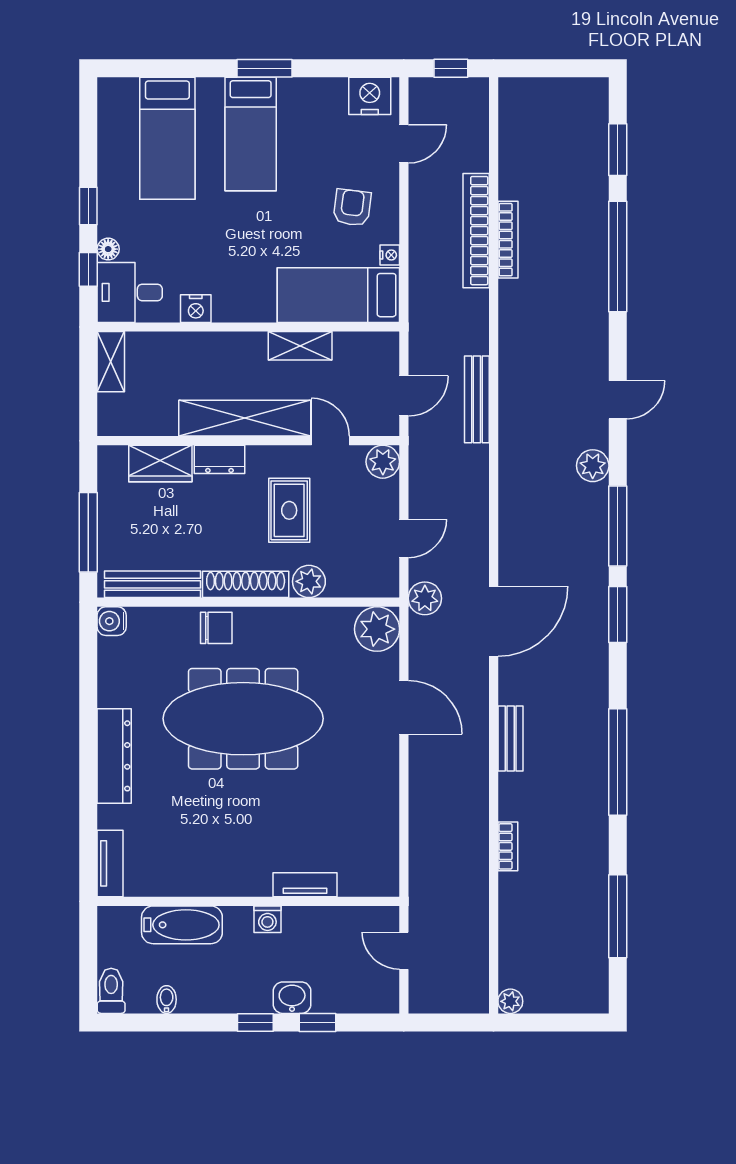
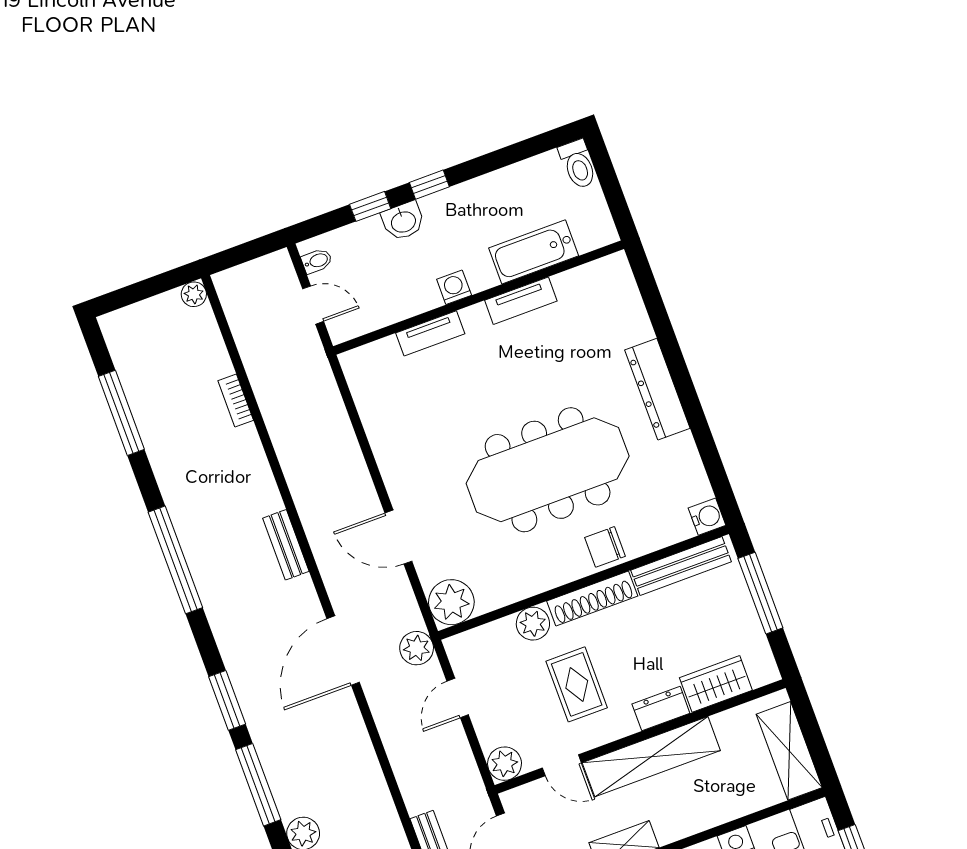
shelving: (111, 362) -> (789, 751), width x1.50, depth x1.33
bookcase: (508, 846) -> (236, 401), moved
tv unit: (110, 863) -> (521, 301), moved, turned -90
bidet: (167, 1000) -> (317, 261), moved, turned -90

